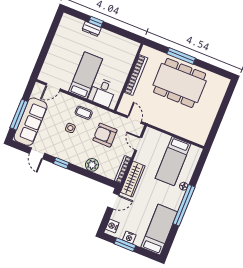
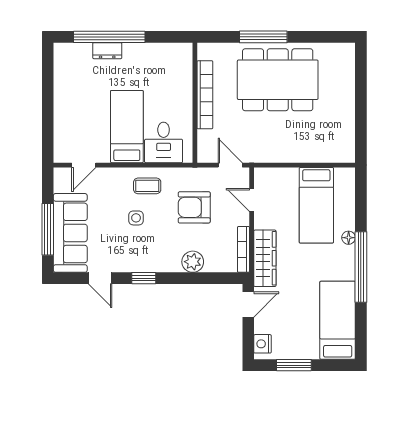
window: (96, 22) -> (109, 37), width x3.17
nightstand: (129, 237) -> (296, 351), removed

